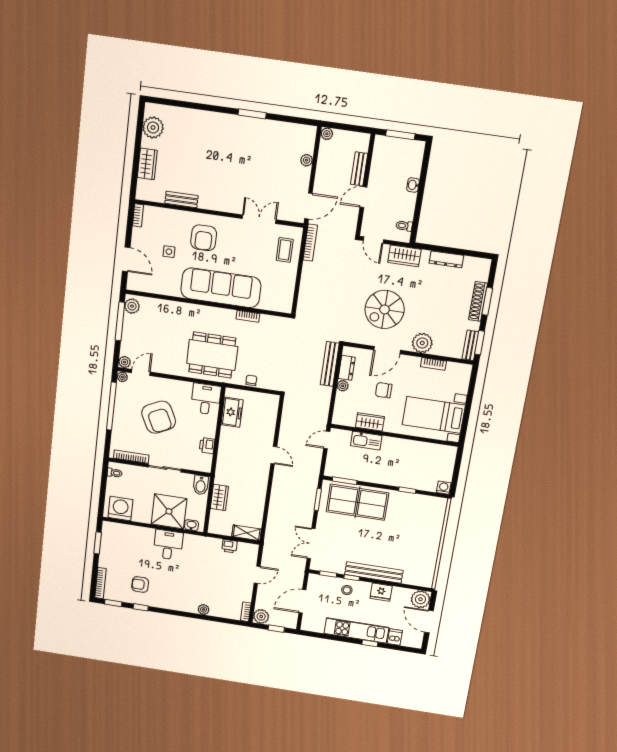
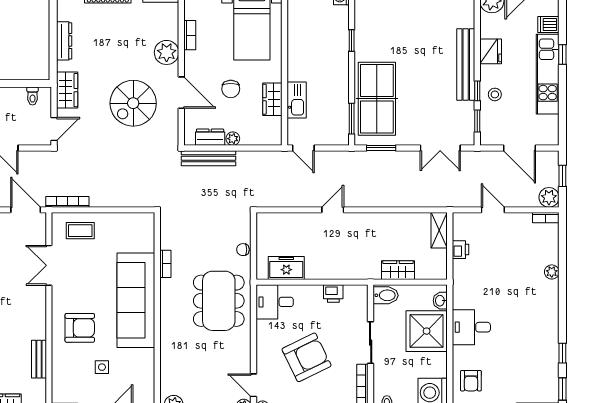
spiral stairs: (385, 309) -> (133, 103), turned 90
armchair: (140, 584) -> (471, 381), moved

